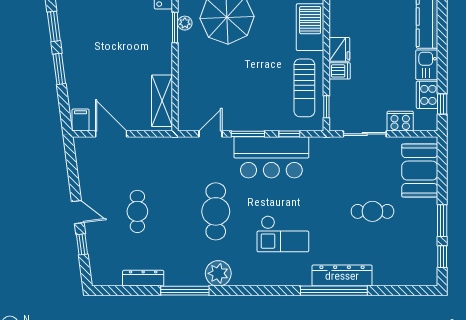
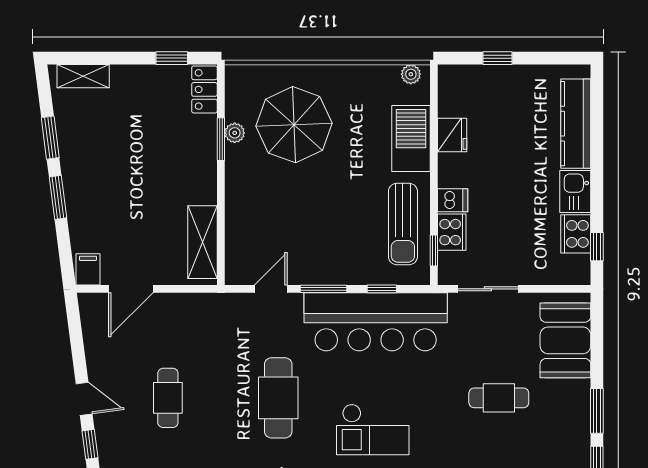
fridge: (339, 49) -> (452, 135), moved
cooker: (400, 121) -> (452, 232), moved, turned 90
door: (111, 134) -> (131, 289), swing flipped
bar counter: (271, 157) -> (376, 322), width x1.36

